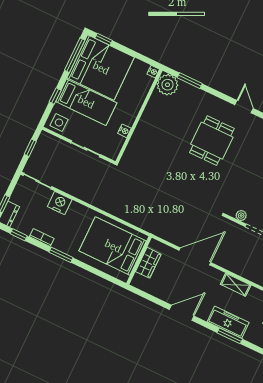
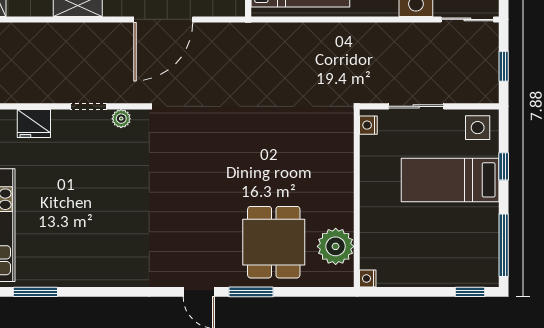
bed: (101, 68) -> (454, 245), removed
window: (190, 81) -> (251, 292), moved
plant: (167, 85) -> (336, 246), moved
nightstand: (124, 131) -> (368, 125), moved
dining table: (212, 141) -> (274, 242), moved

